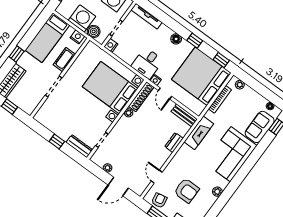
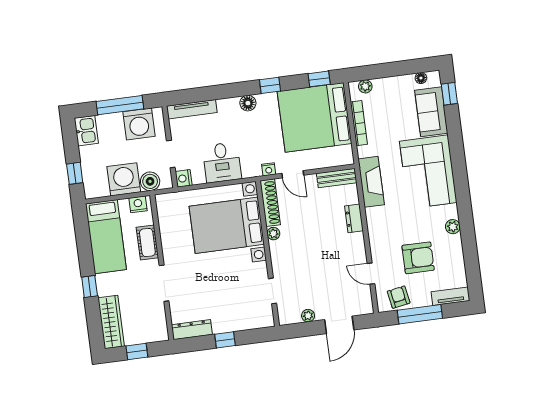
desk: (147, 63) -> (222, 162), moved
dresser: (79, 146) -> (192, 330), moved

